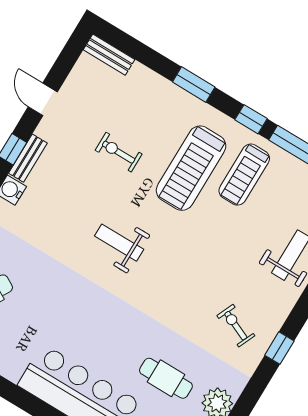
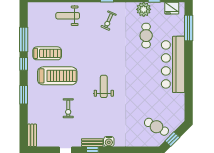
weight bench: (119, 243) -> (104, 86), turned 180

